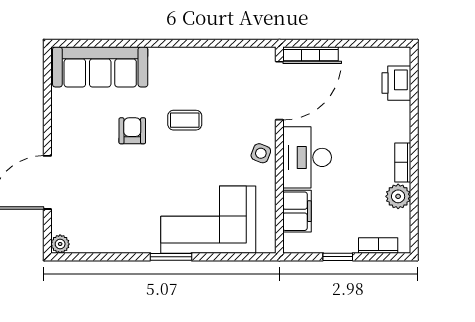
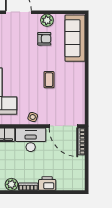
printer: (396, 83) -> (47, 183), moved
plant: (64, 124) -> (47, 20), added
armchair: (132, 131) -> (44, 39), moved

